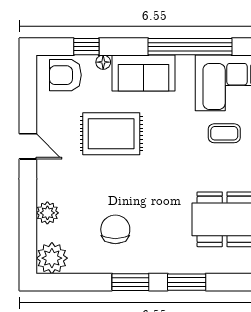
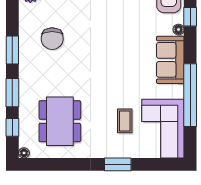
rug: (111, 134) -> (124, 36), removed
chair: (115, 229) -> (52, 39), turned 90
window: (233, 282) -> (12, 127), added

